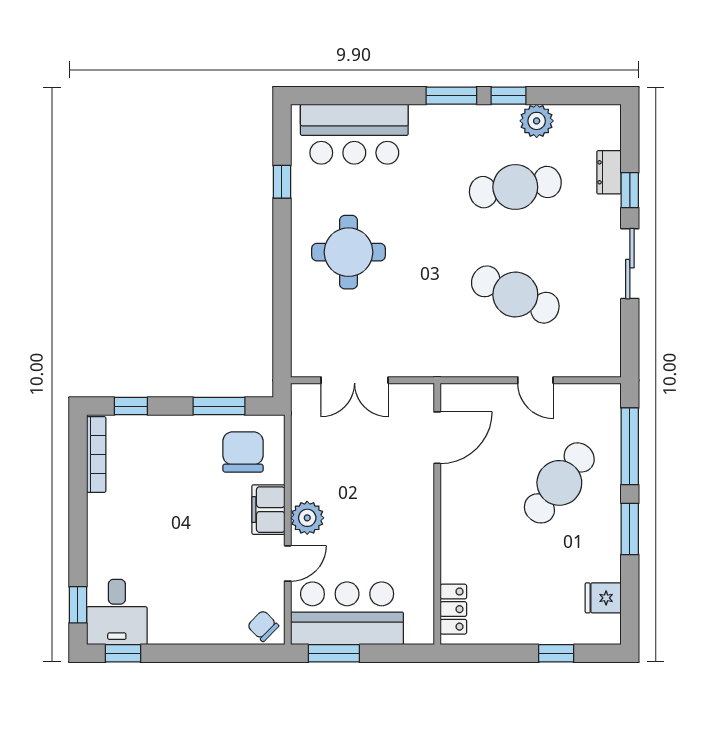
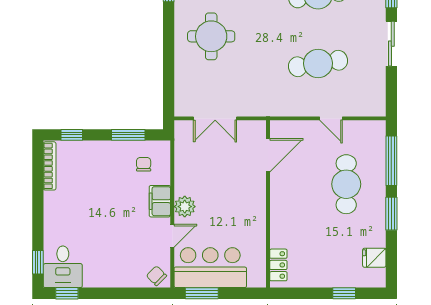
cafe table: (515, 295) -> (318, 63), turned -33
chair: (243, 452) -> (144, 164), width x0.54, depth x0.54
cafe table: (559, 483) -> (346, 184), turned -38

